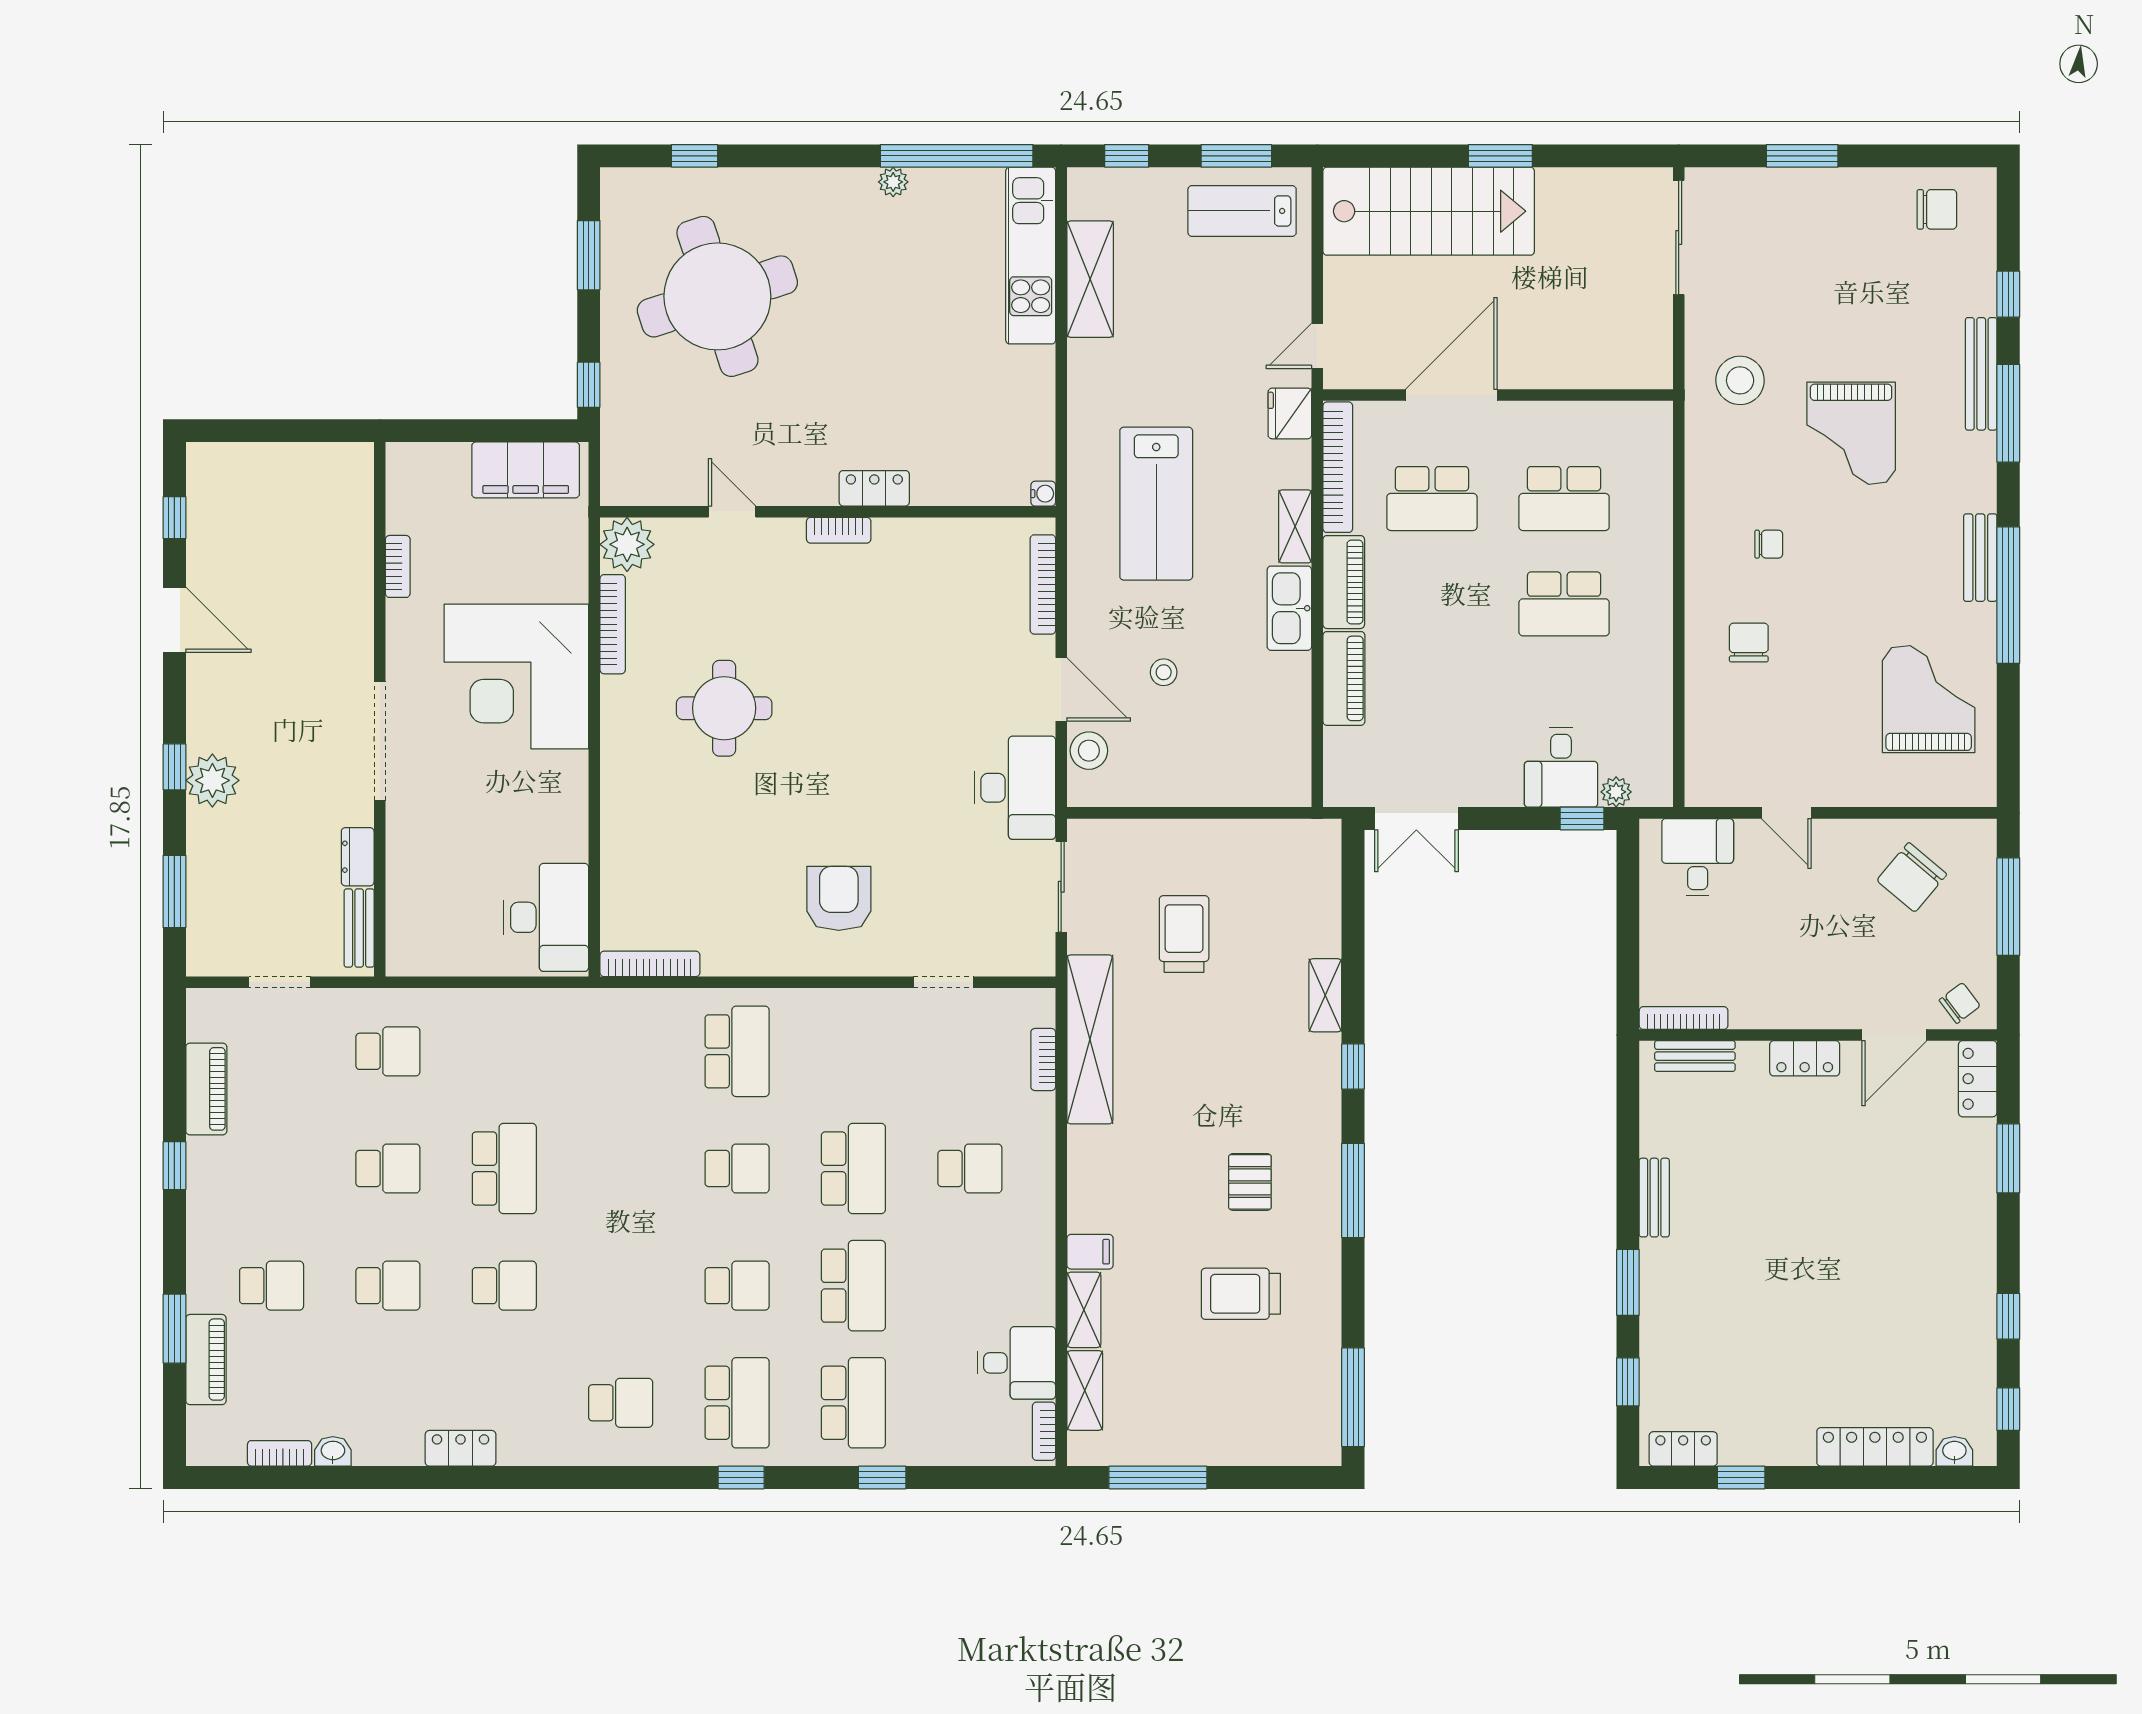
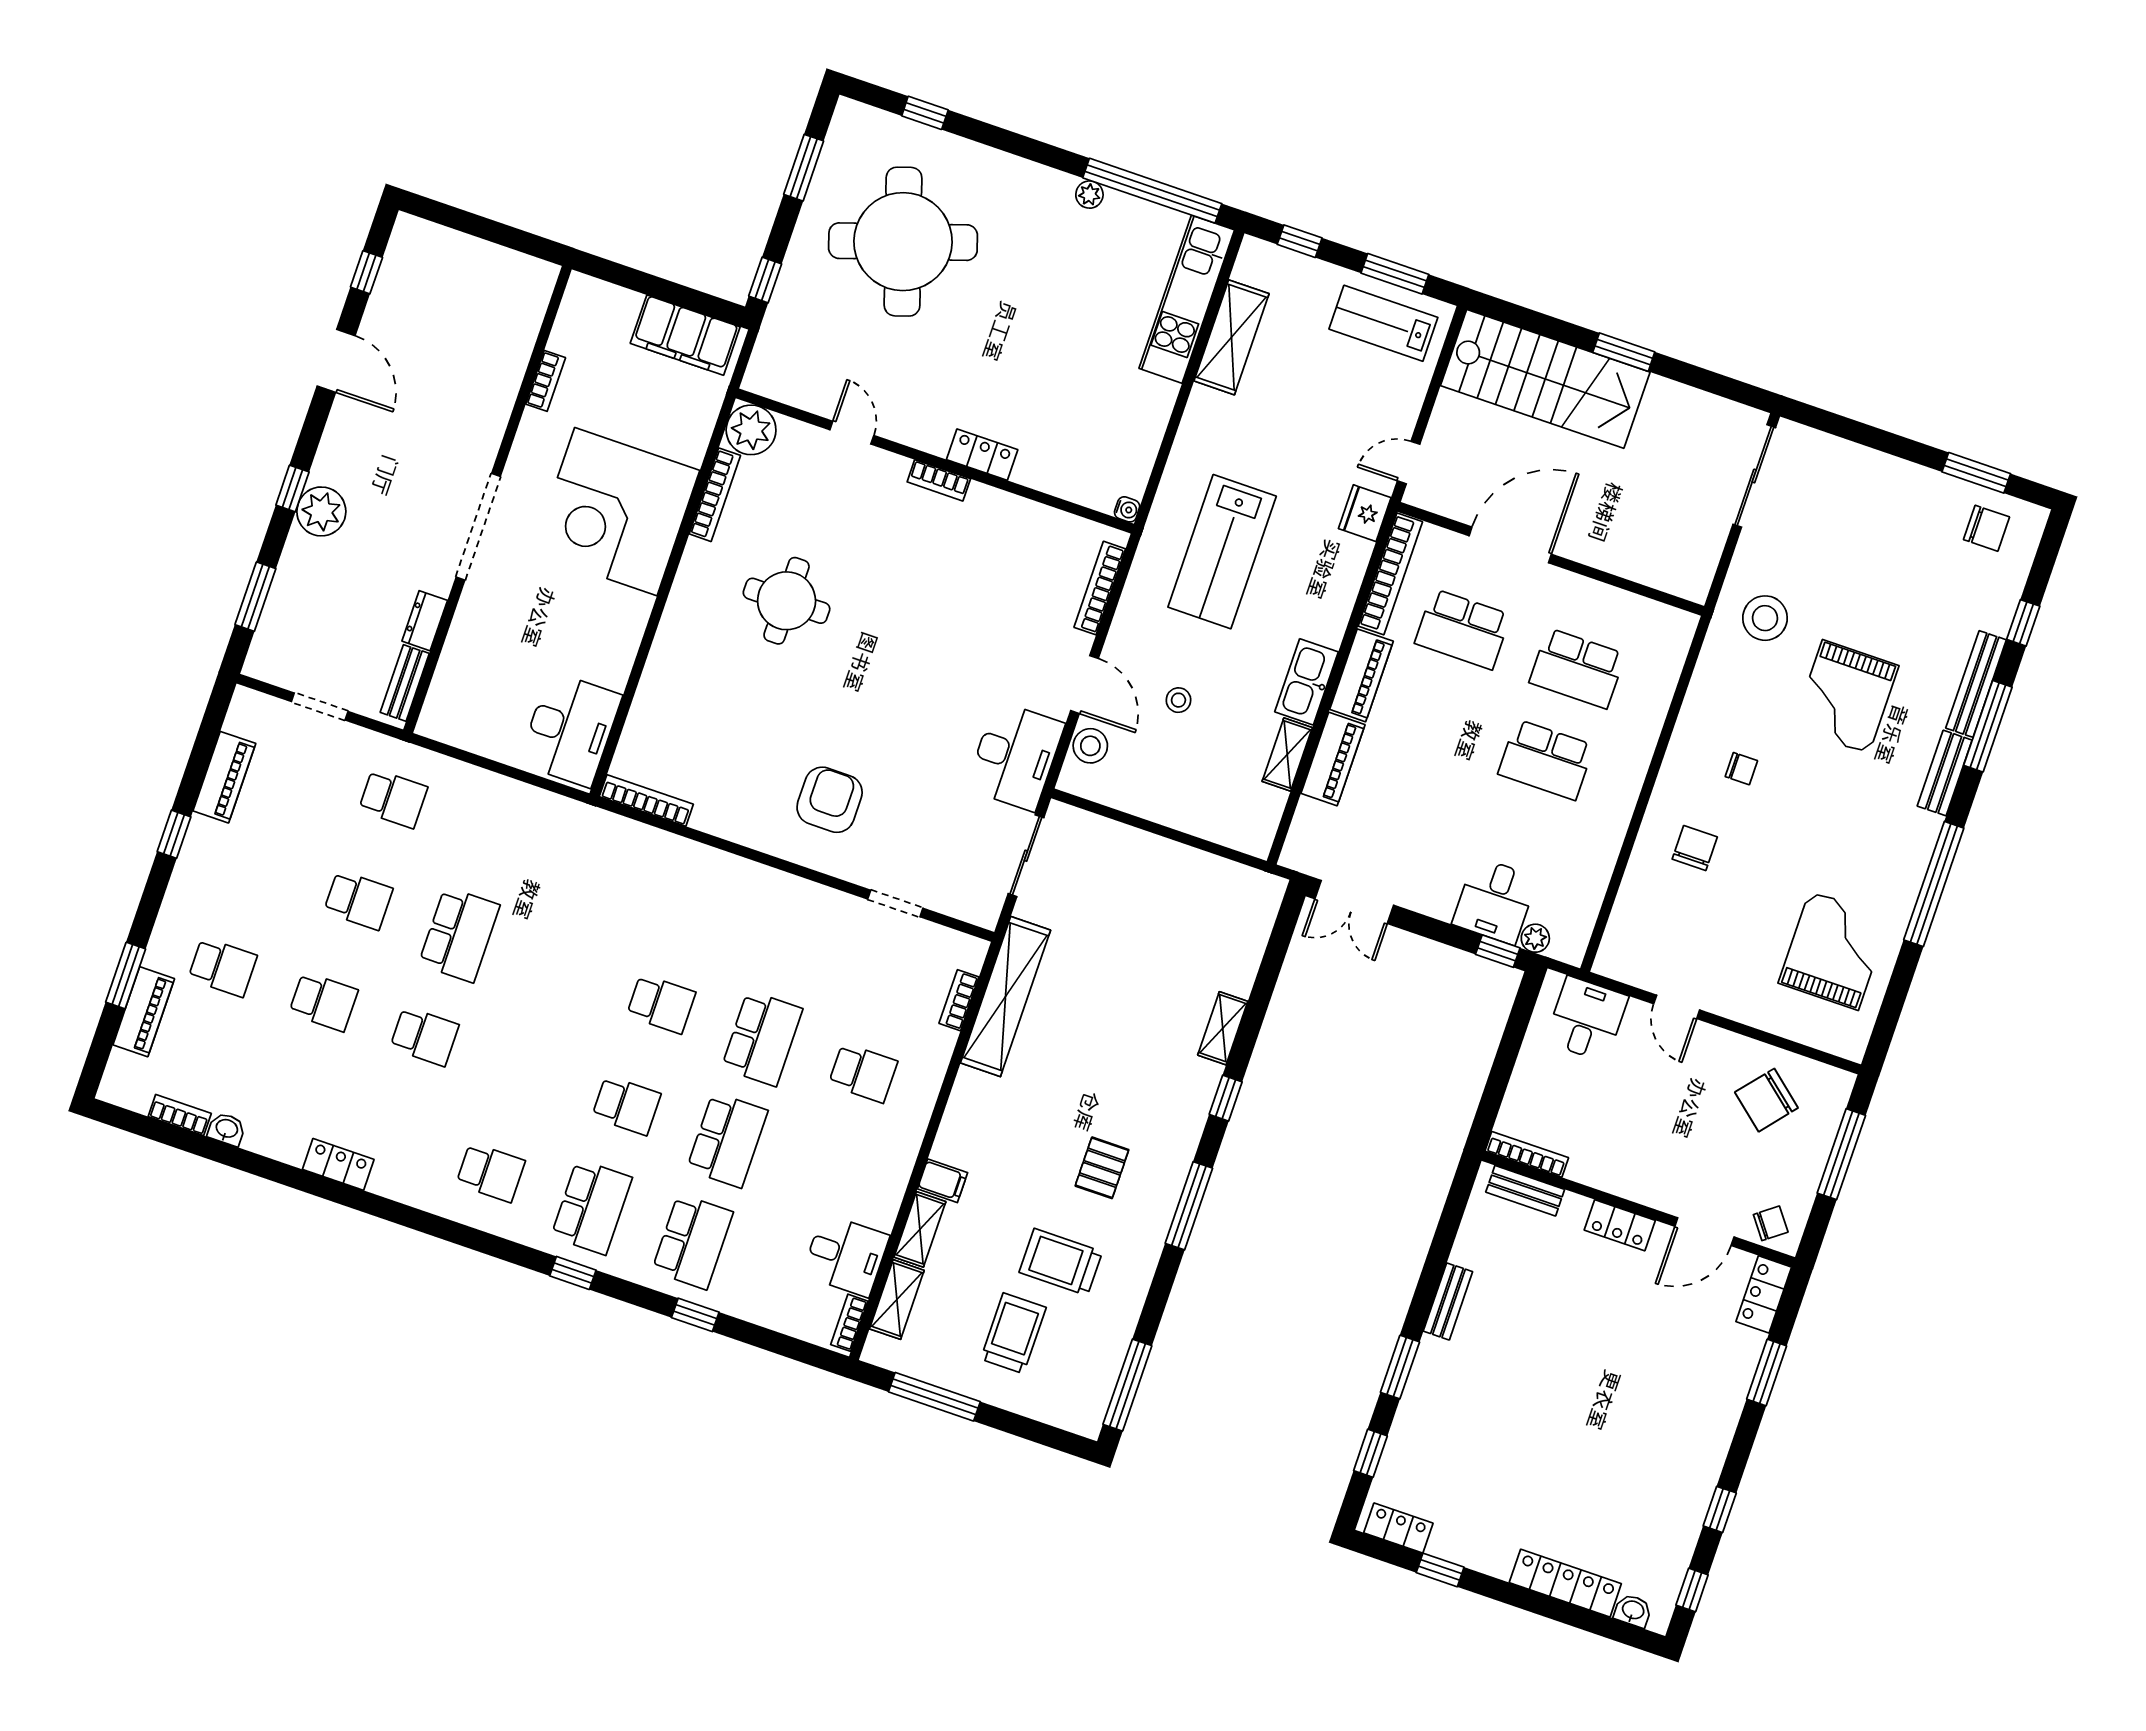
window: (1802, 156) -> (1976, 473), moved
shelving: (1295, 526) -> (1287, 755), moved
bench: (1980, 558) -> (1945, 773), moved
trolley: (1184, 934) -> (1013, 1333), moved
school desk: (737, 1051) -> (696, 902), removed

